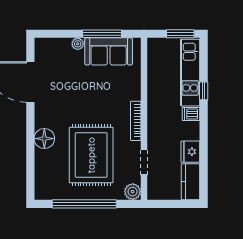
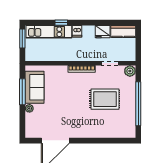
floor lamp: (44, 139) -> (94, 131), removed
rug: (91, 155) -> (105, 99), width x0.73, depth x0.69

